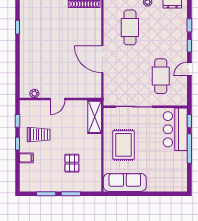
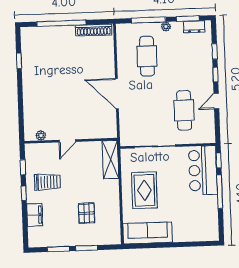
filing cabinet: (26, 158) -> (35, 215), width x2.00

